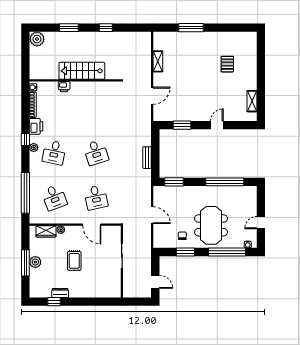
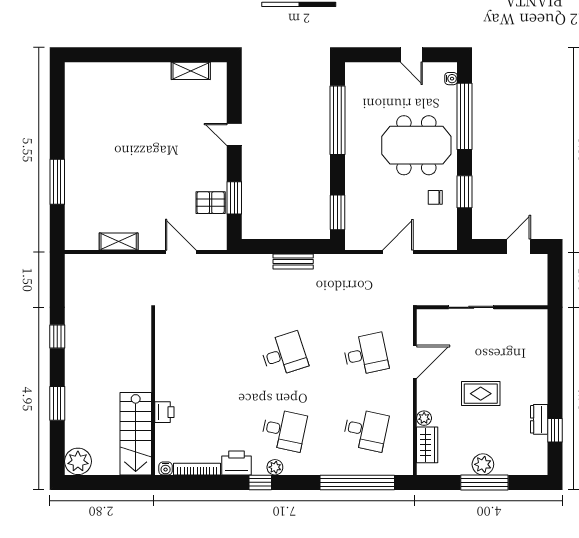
pallet: (227, 64) -> (211, 203), moved
stairs: (82, 71) -> (136, 434), moved
desk: (54, 197) -> (366, 430), turned 33

